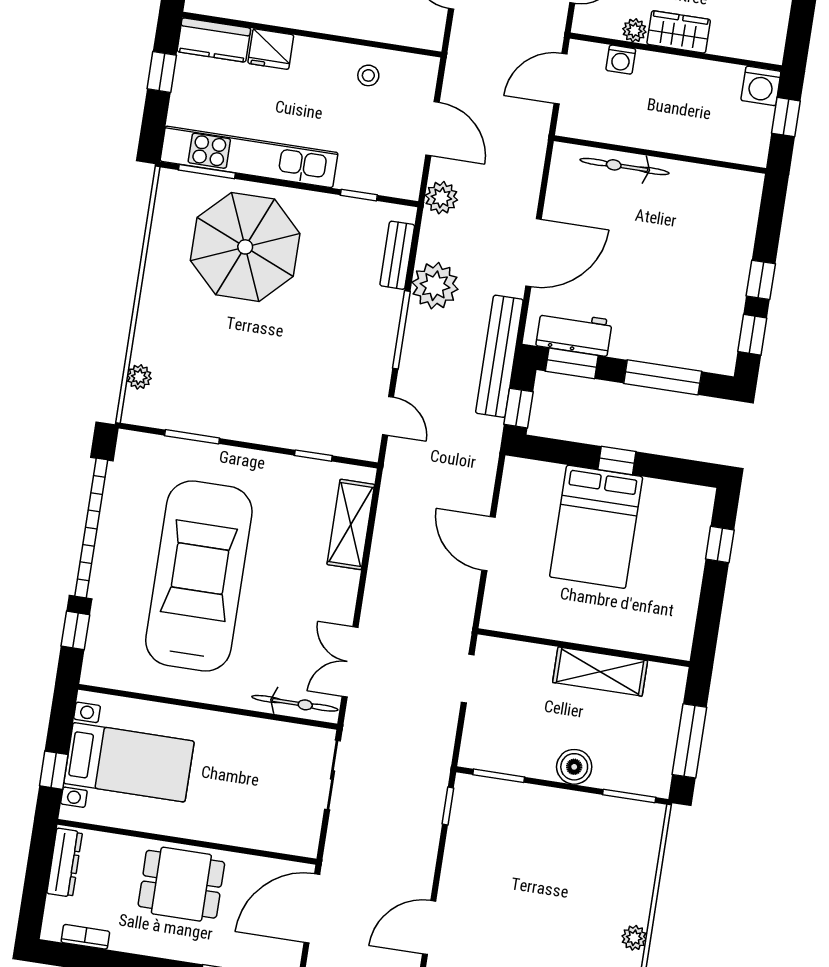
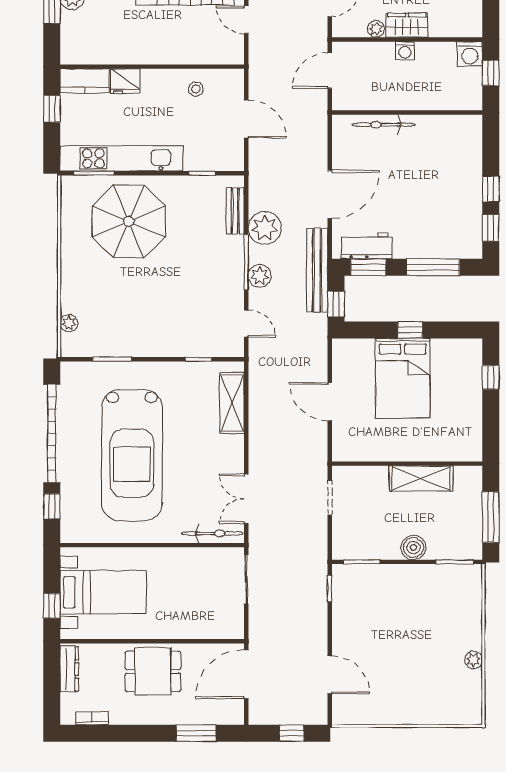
washing machine: (621, 60) -> (405, 51), moved
plant: (441, 198) -> (260, 276), moved
car: (199, 576) -> (132, 455), turned 180
door: (429, 928) -> (330, 675), swing flipped

